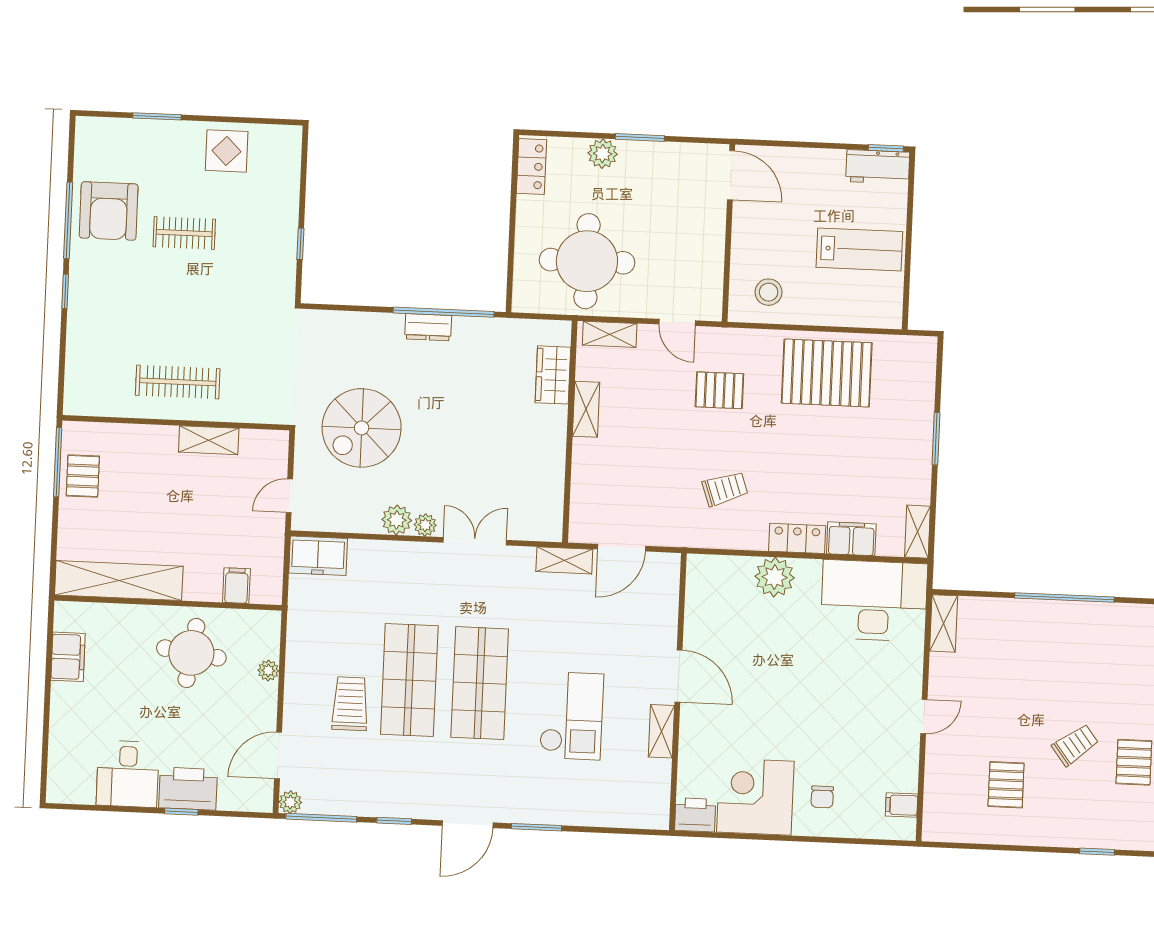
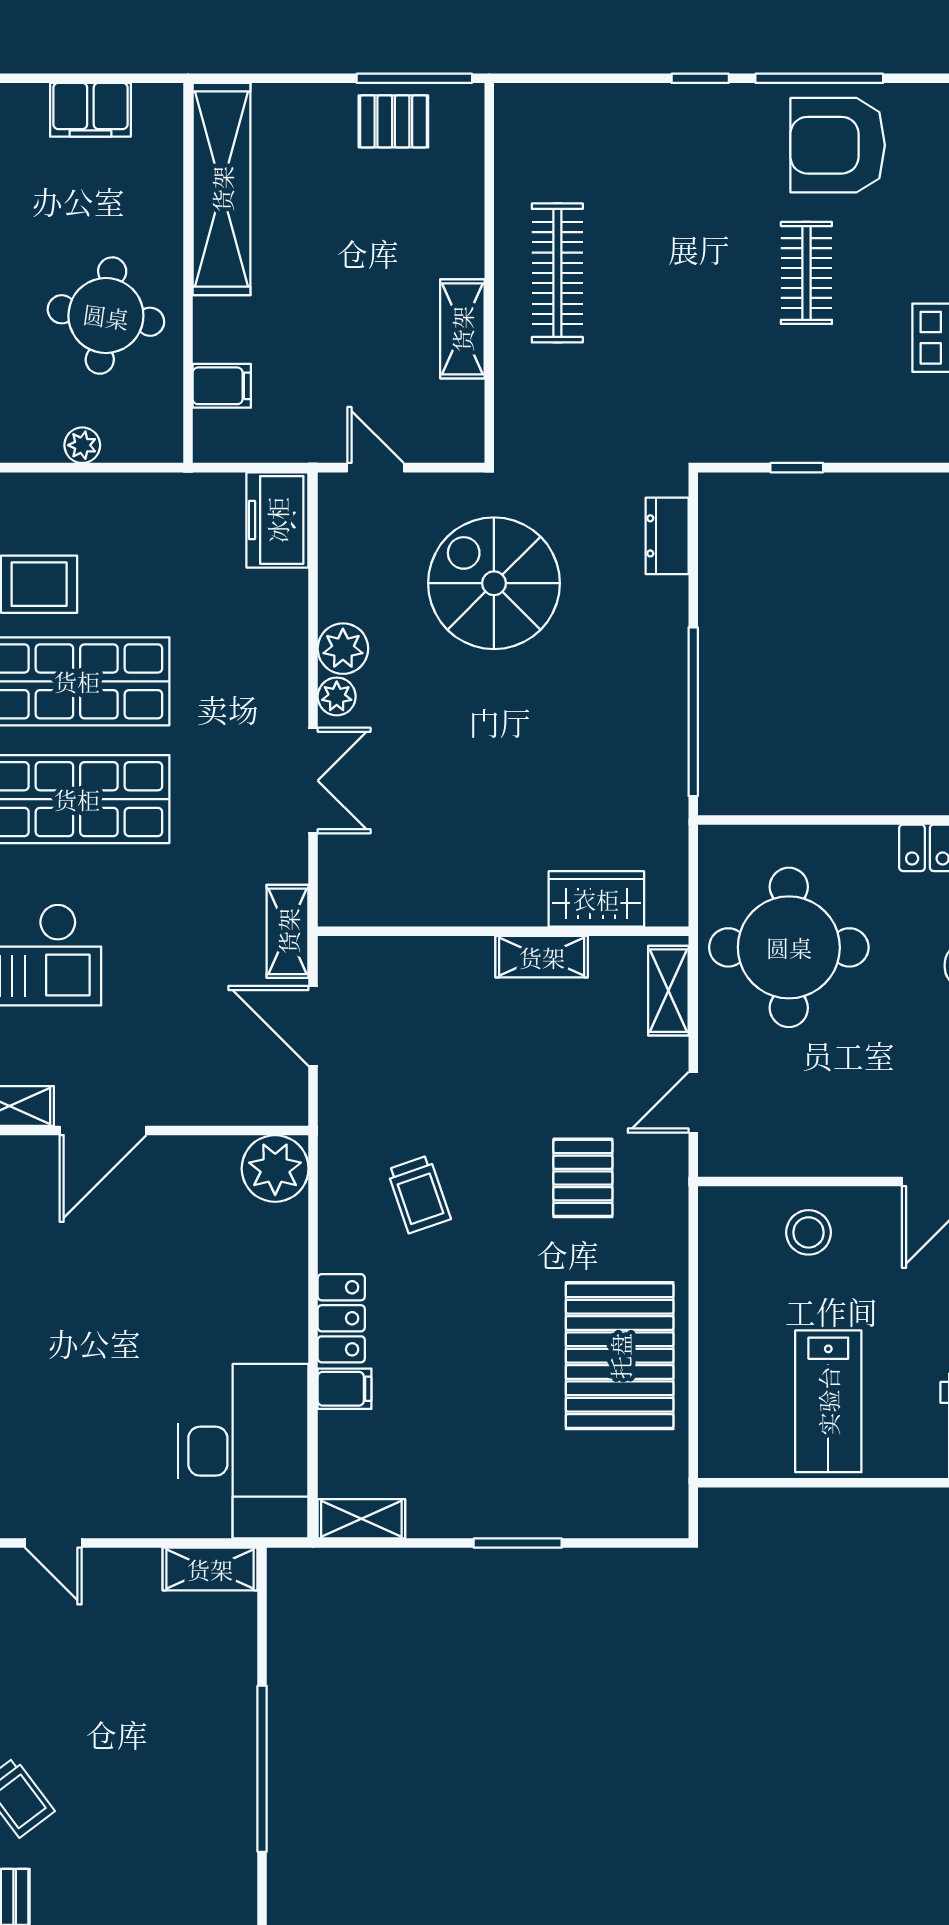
stool: (769, 292) -> (809, 1232), moved
dresser: (428, 327) -> (667, 536), moved
filing cabinet: (851, 539) -> (345, 1389), width x0.50
plant: (775, 577) -> (275, 1169), moved

